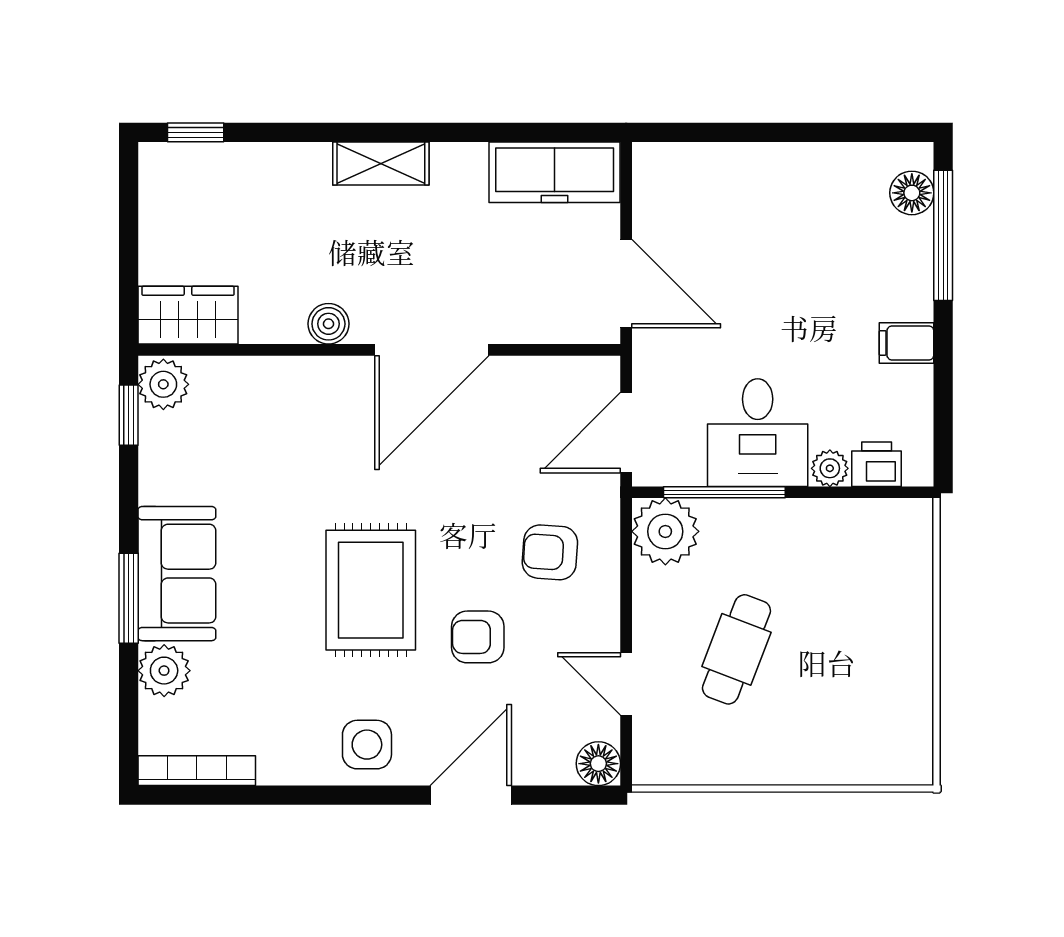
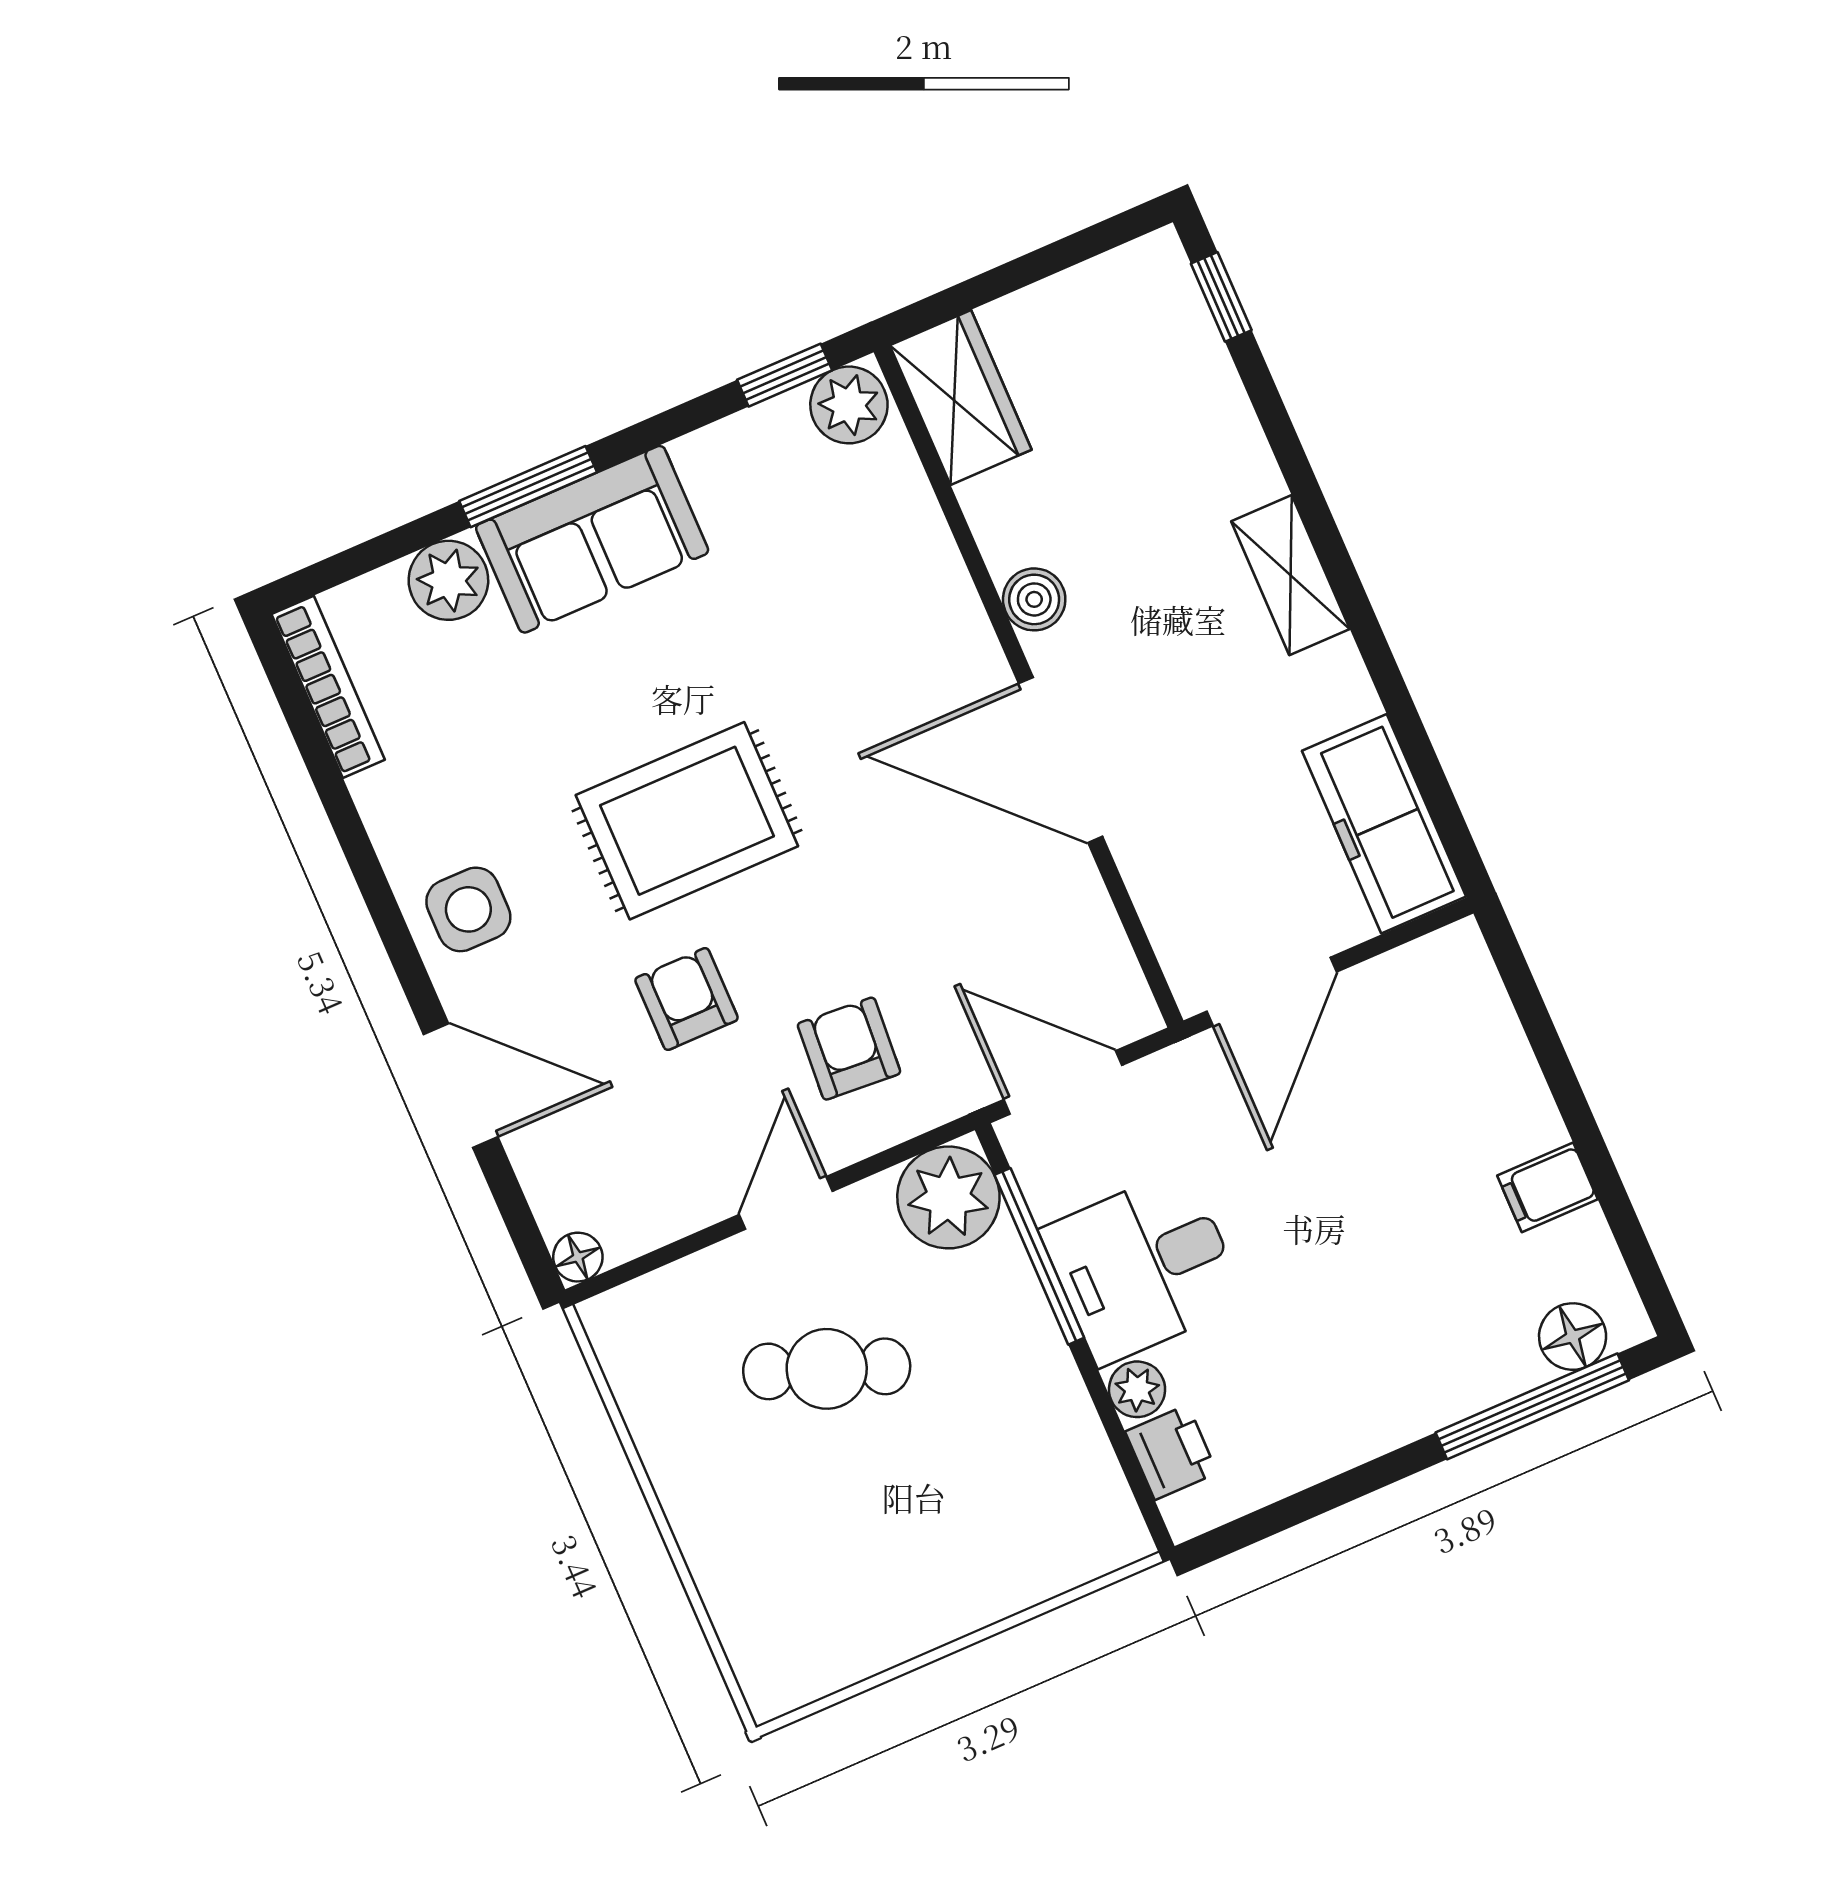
filing cabinet: (907, 343) -> (1547, 1187), moved, turned -90
door: (626, 684) -> (786, 1203), moved
floor lamp: (598, 764) -> (578, 1257), width x0.73, depth x0.73

